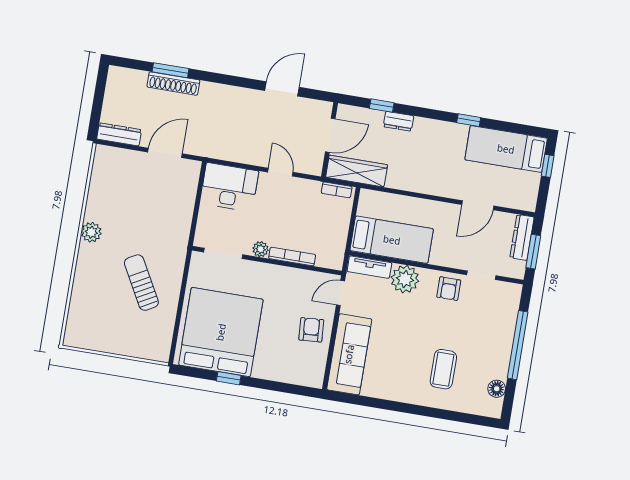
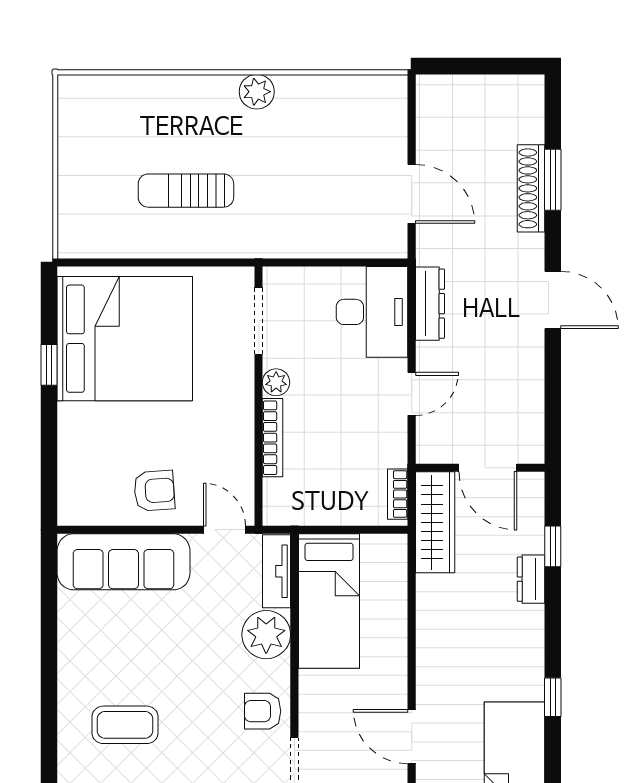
door: (282, 89) -> (553, 300), moved
dresser: (119, 134) -> (430, 304), moved
sun lounger: (141, 283) -> (186, 191), turned -151

